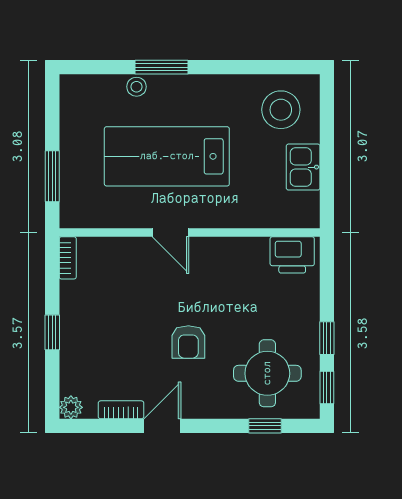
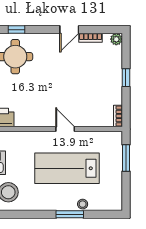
lab bench: (167, 156) -> (67, 168), turned 180
armchair: (188, 342) -> (56, 73), removed

